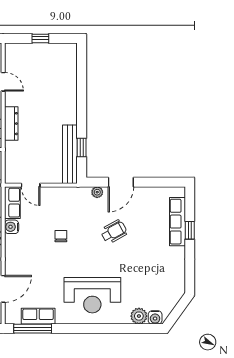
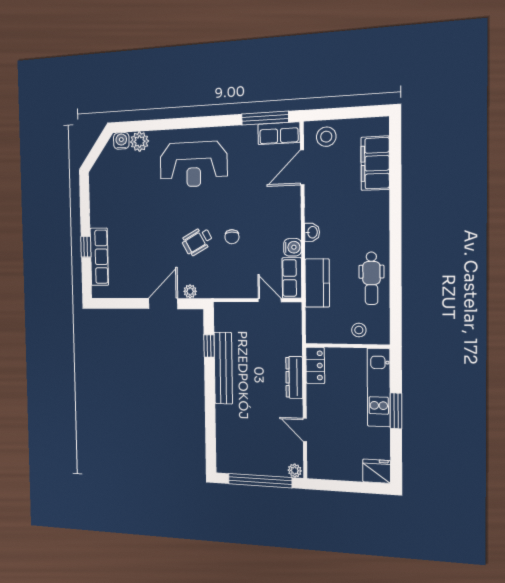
window: (40, 38) -> (260, 481), width x3.17
plant: (12, 49) -> (295, 471), added
bench: (70, 154) -> (223, 368), moved
wheelchair: (114, 232) -> (197, 241), moved
reception desk: (92, 295) -> (194, 164), turned 180
row of seats: (38, 316) -> (279, 133), moved

